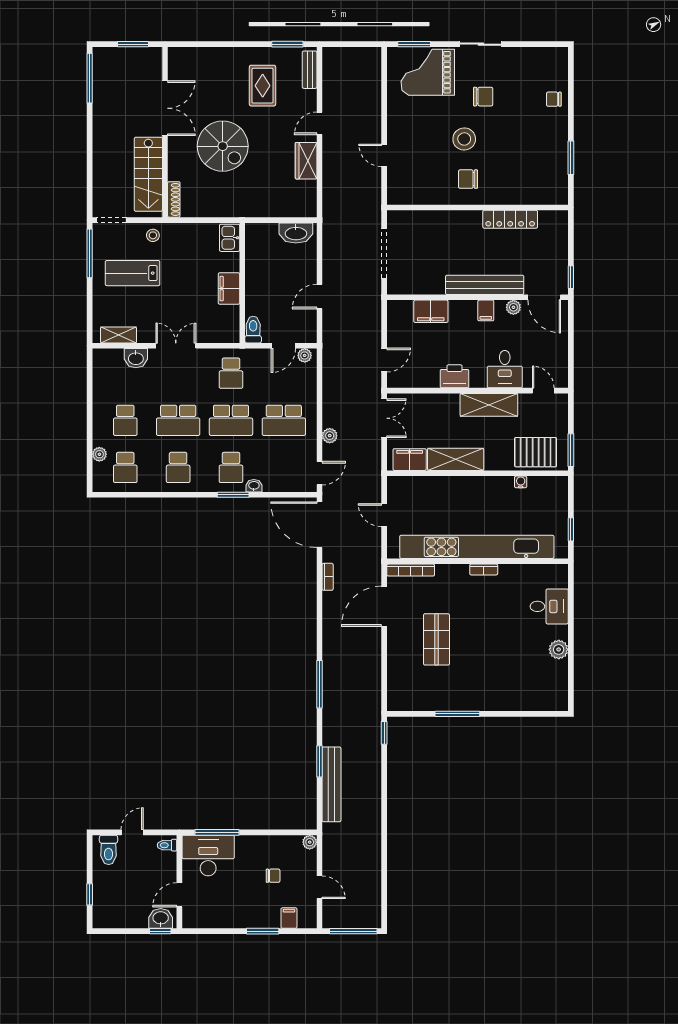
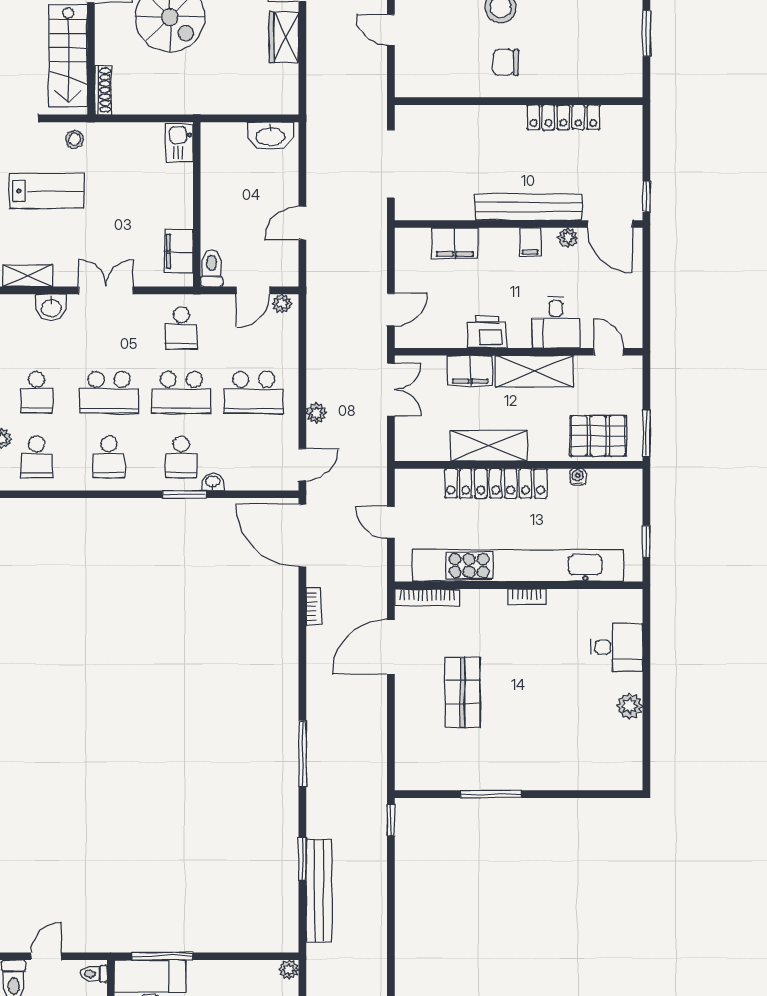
lab bench: (133, 273) -> (47, 191), turned 180
filing cabinet: (229, 289) -> (179, 251), moved
filing cabinet: (410, 460) -> (470, 371), moved, turned 180
locker: (461, 487) -> (496, 483), added

